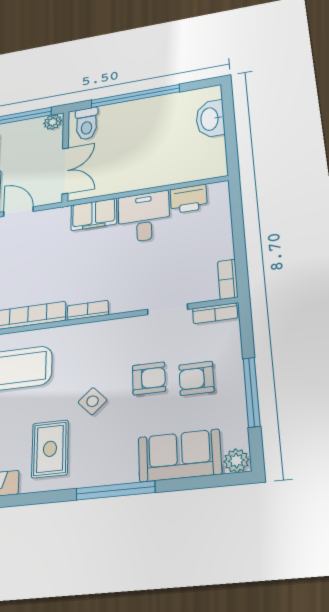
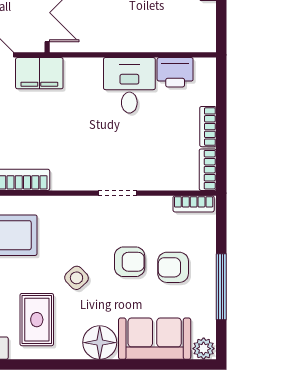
filing cabinet: (94, 215) -> (39, 73), moved
doorway: (167, 309) -> (118, 193), moved
bookcase: (88, 310) -> (208, 127), moved, turned -90
floor lamp: (118, 466) -> (100, 343), added
window: (115, 490) -> (97, 365), removed

